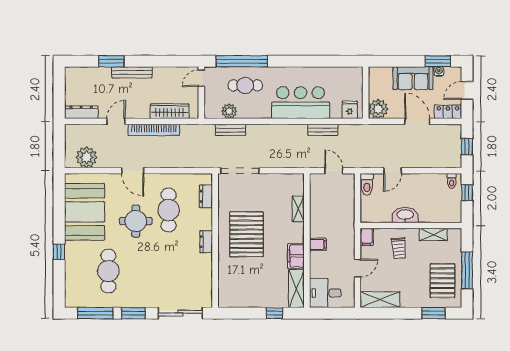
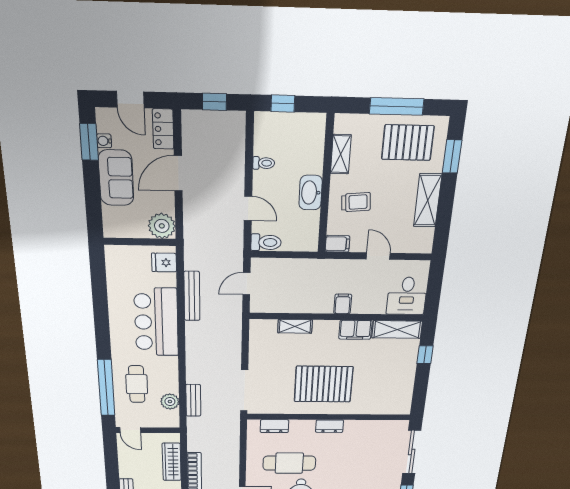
bench: (323, 130) -> (192, 296), width x1.36
toilet: (452, 181) -> (264, 163), moved
shelving: (380, 300) -> (428, 200), moved

